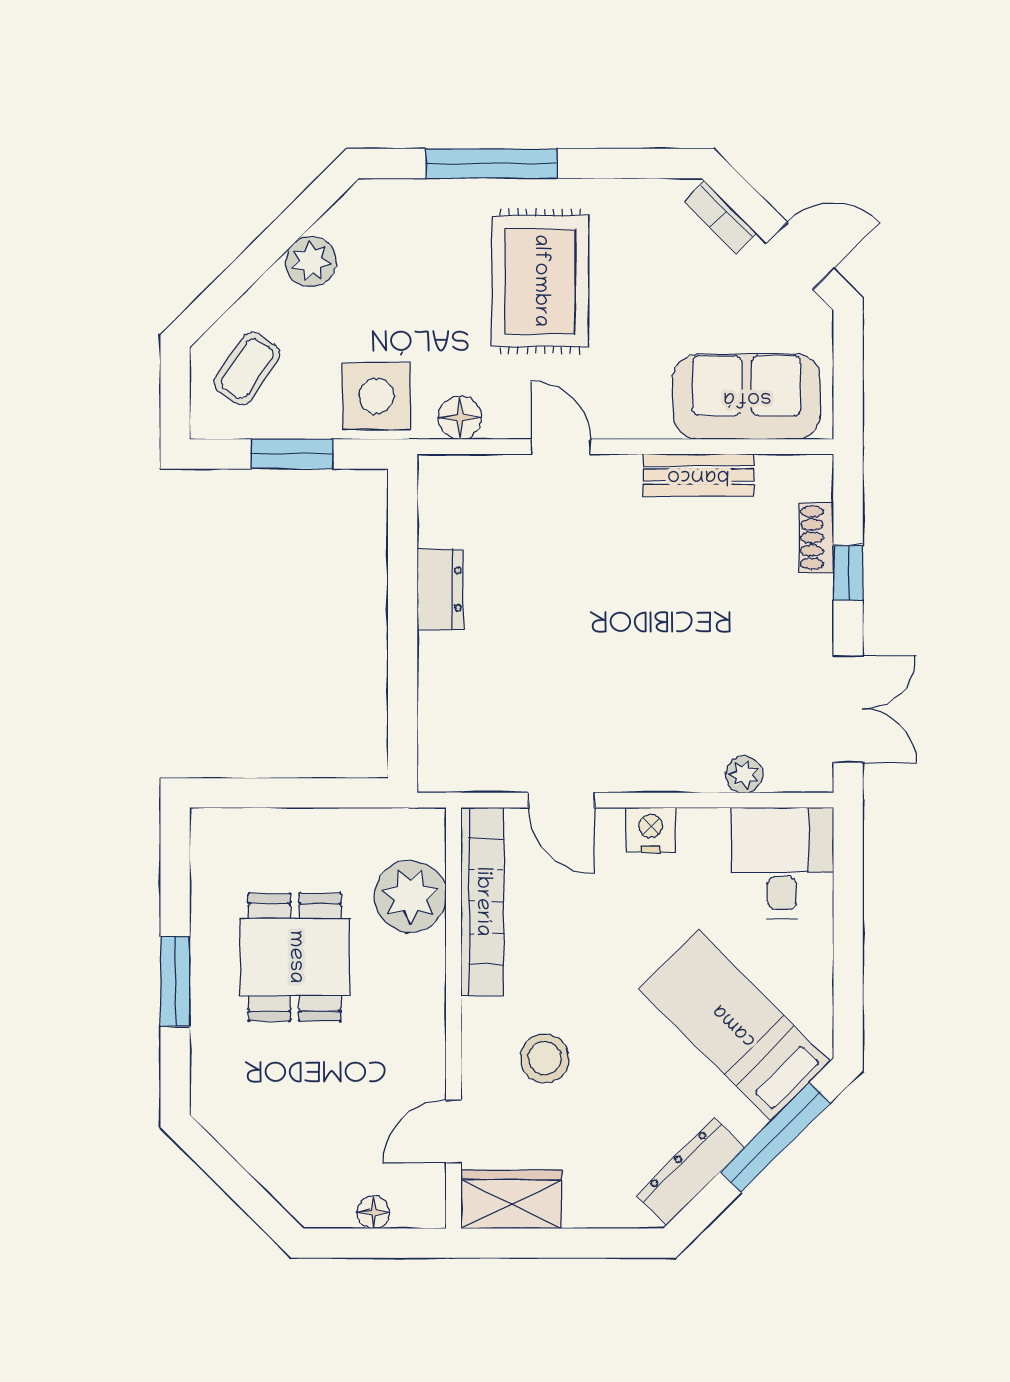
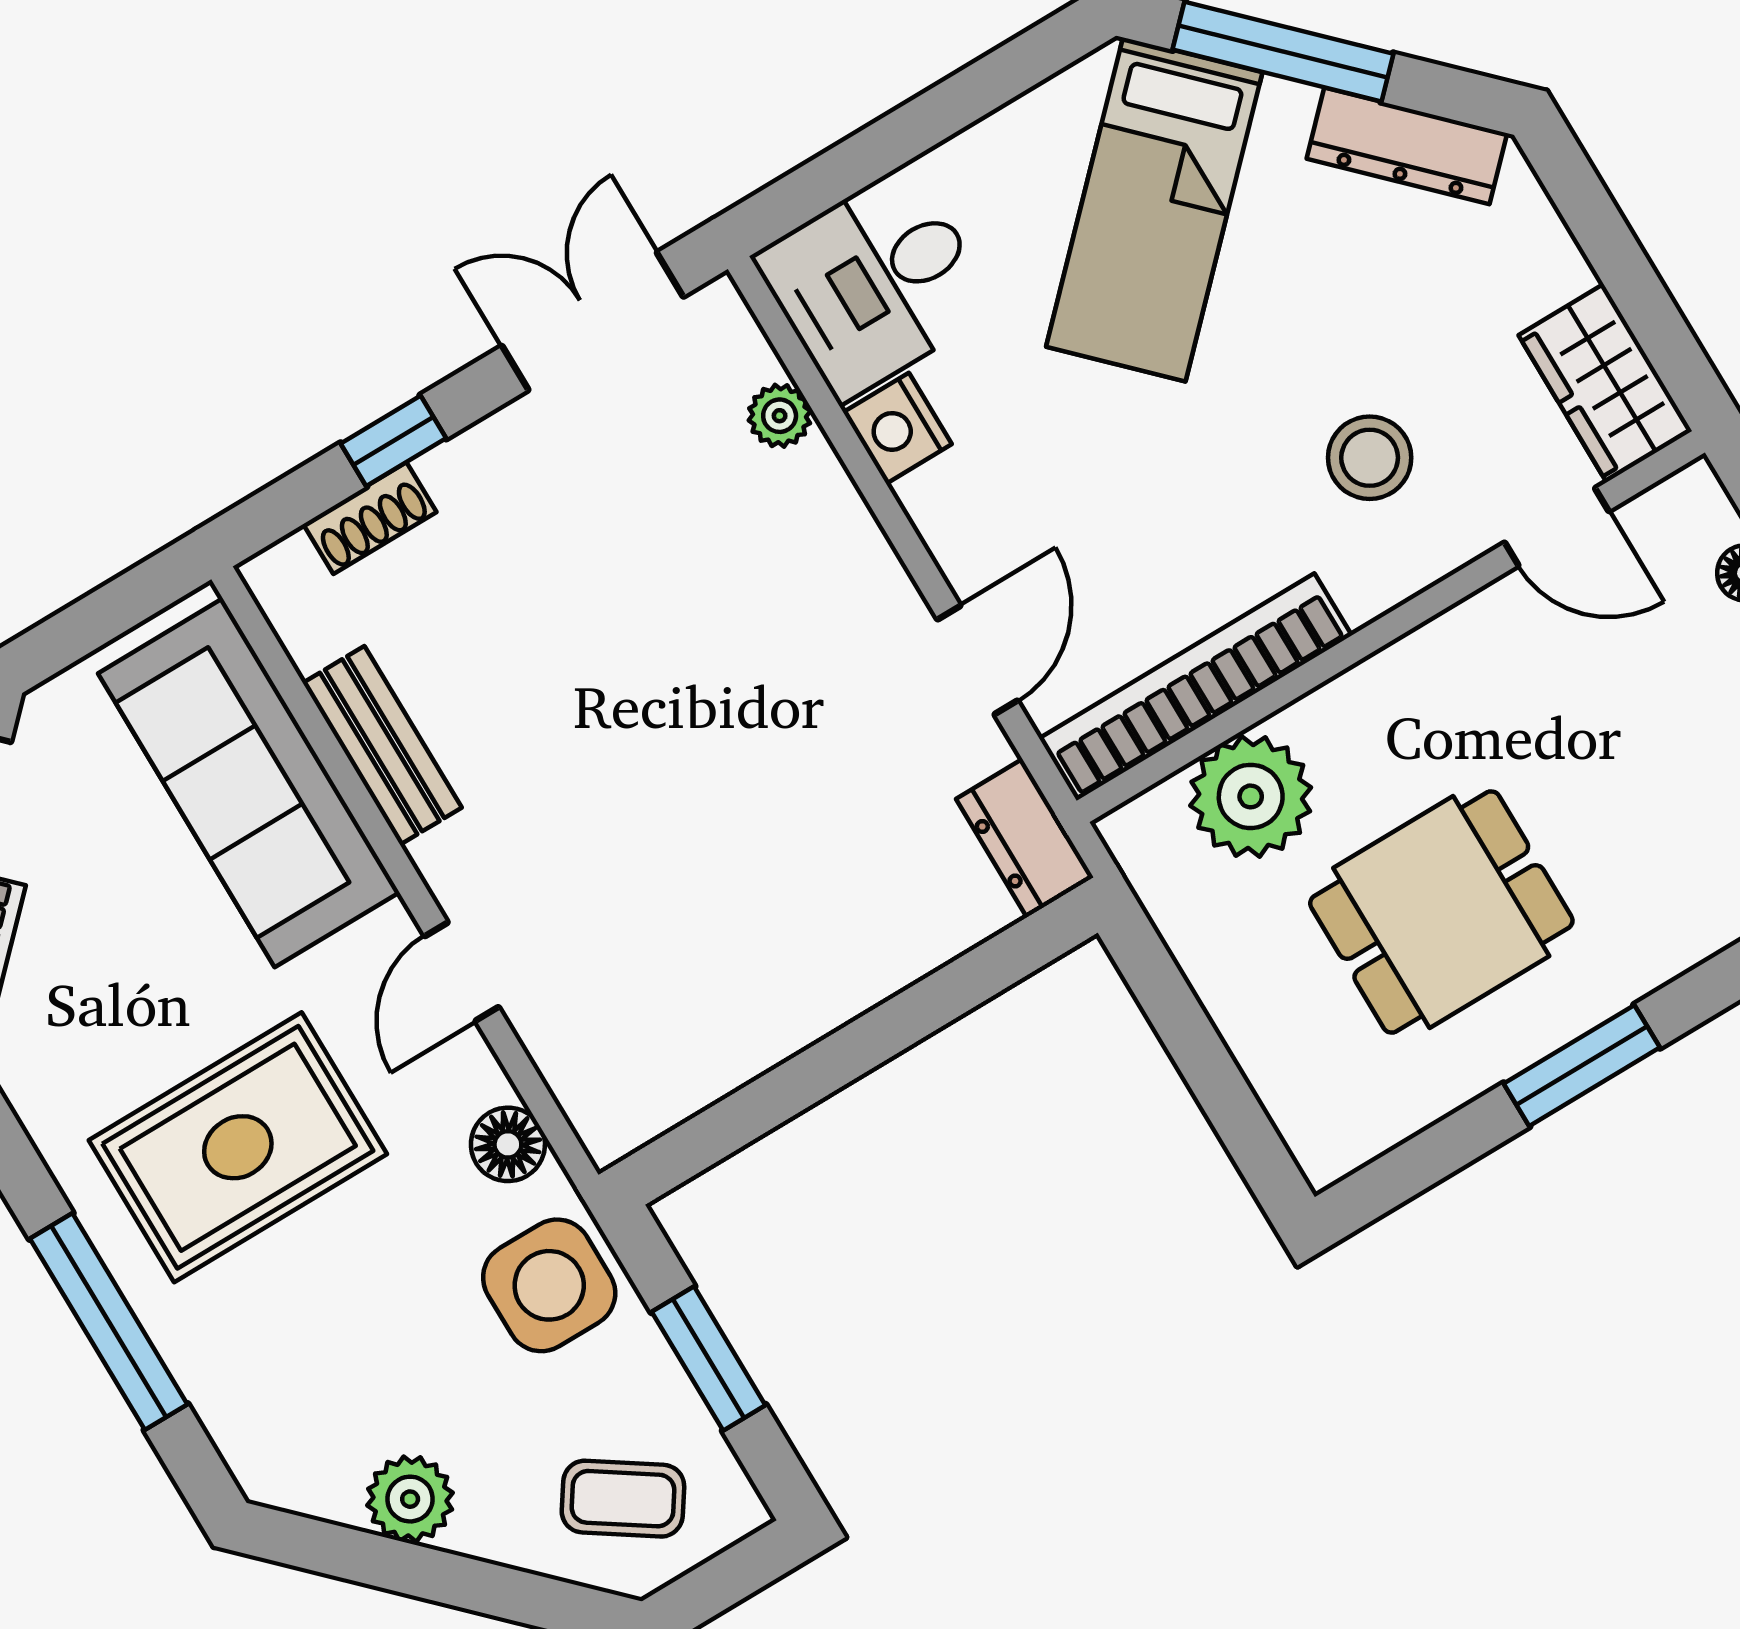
sofa: (747, 397) -> (249, 783), width x1.36
dresser: (440, 589) -> (1025, 838), moved, turned -90
nightstand: (651, 830) -> (897, 428), moved

